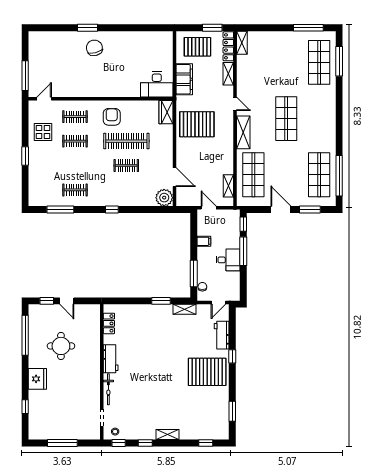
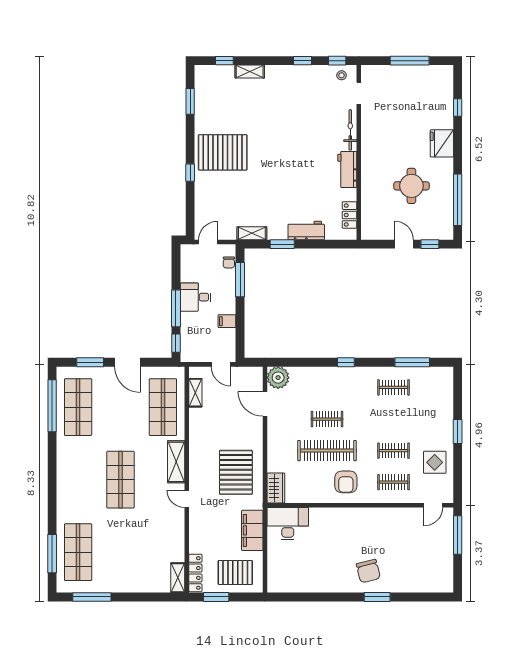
shelving: (228, 74) -> (195, 537), removed
pallet: (197, 124) -> (236, 472), turned 90
workbench: (222, 335) -> (306, 231), moved, turned -90
shelving: (168, 435) -> (250, 71), moved

